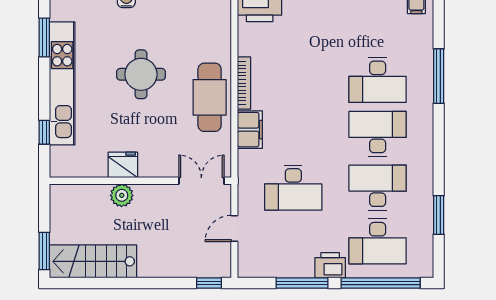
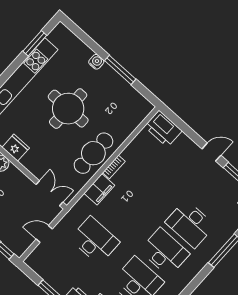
round table: (141, 74) -> (68, 109), width x1.36, depth x1.36
bookcase: (244, 83) -> (114, 167), width x0.64
desk: (293, 188) -> (95, 240), turned 180

